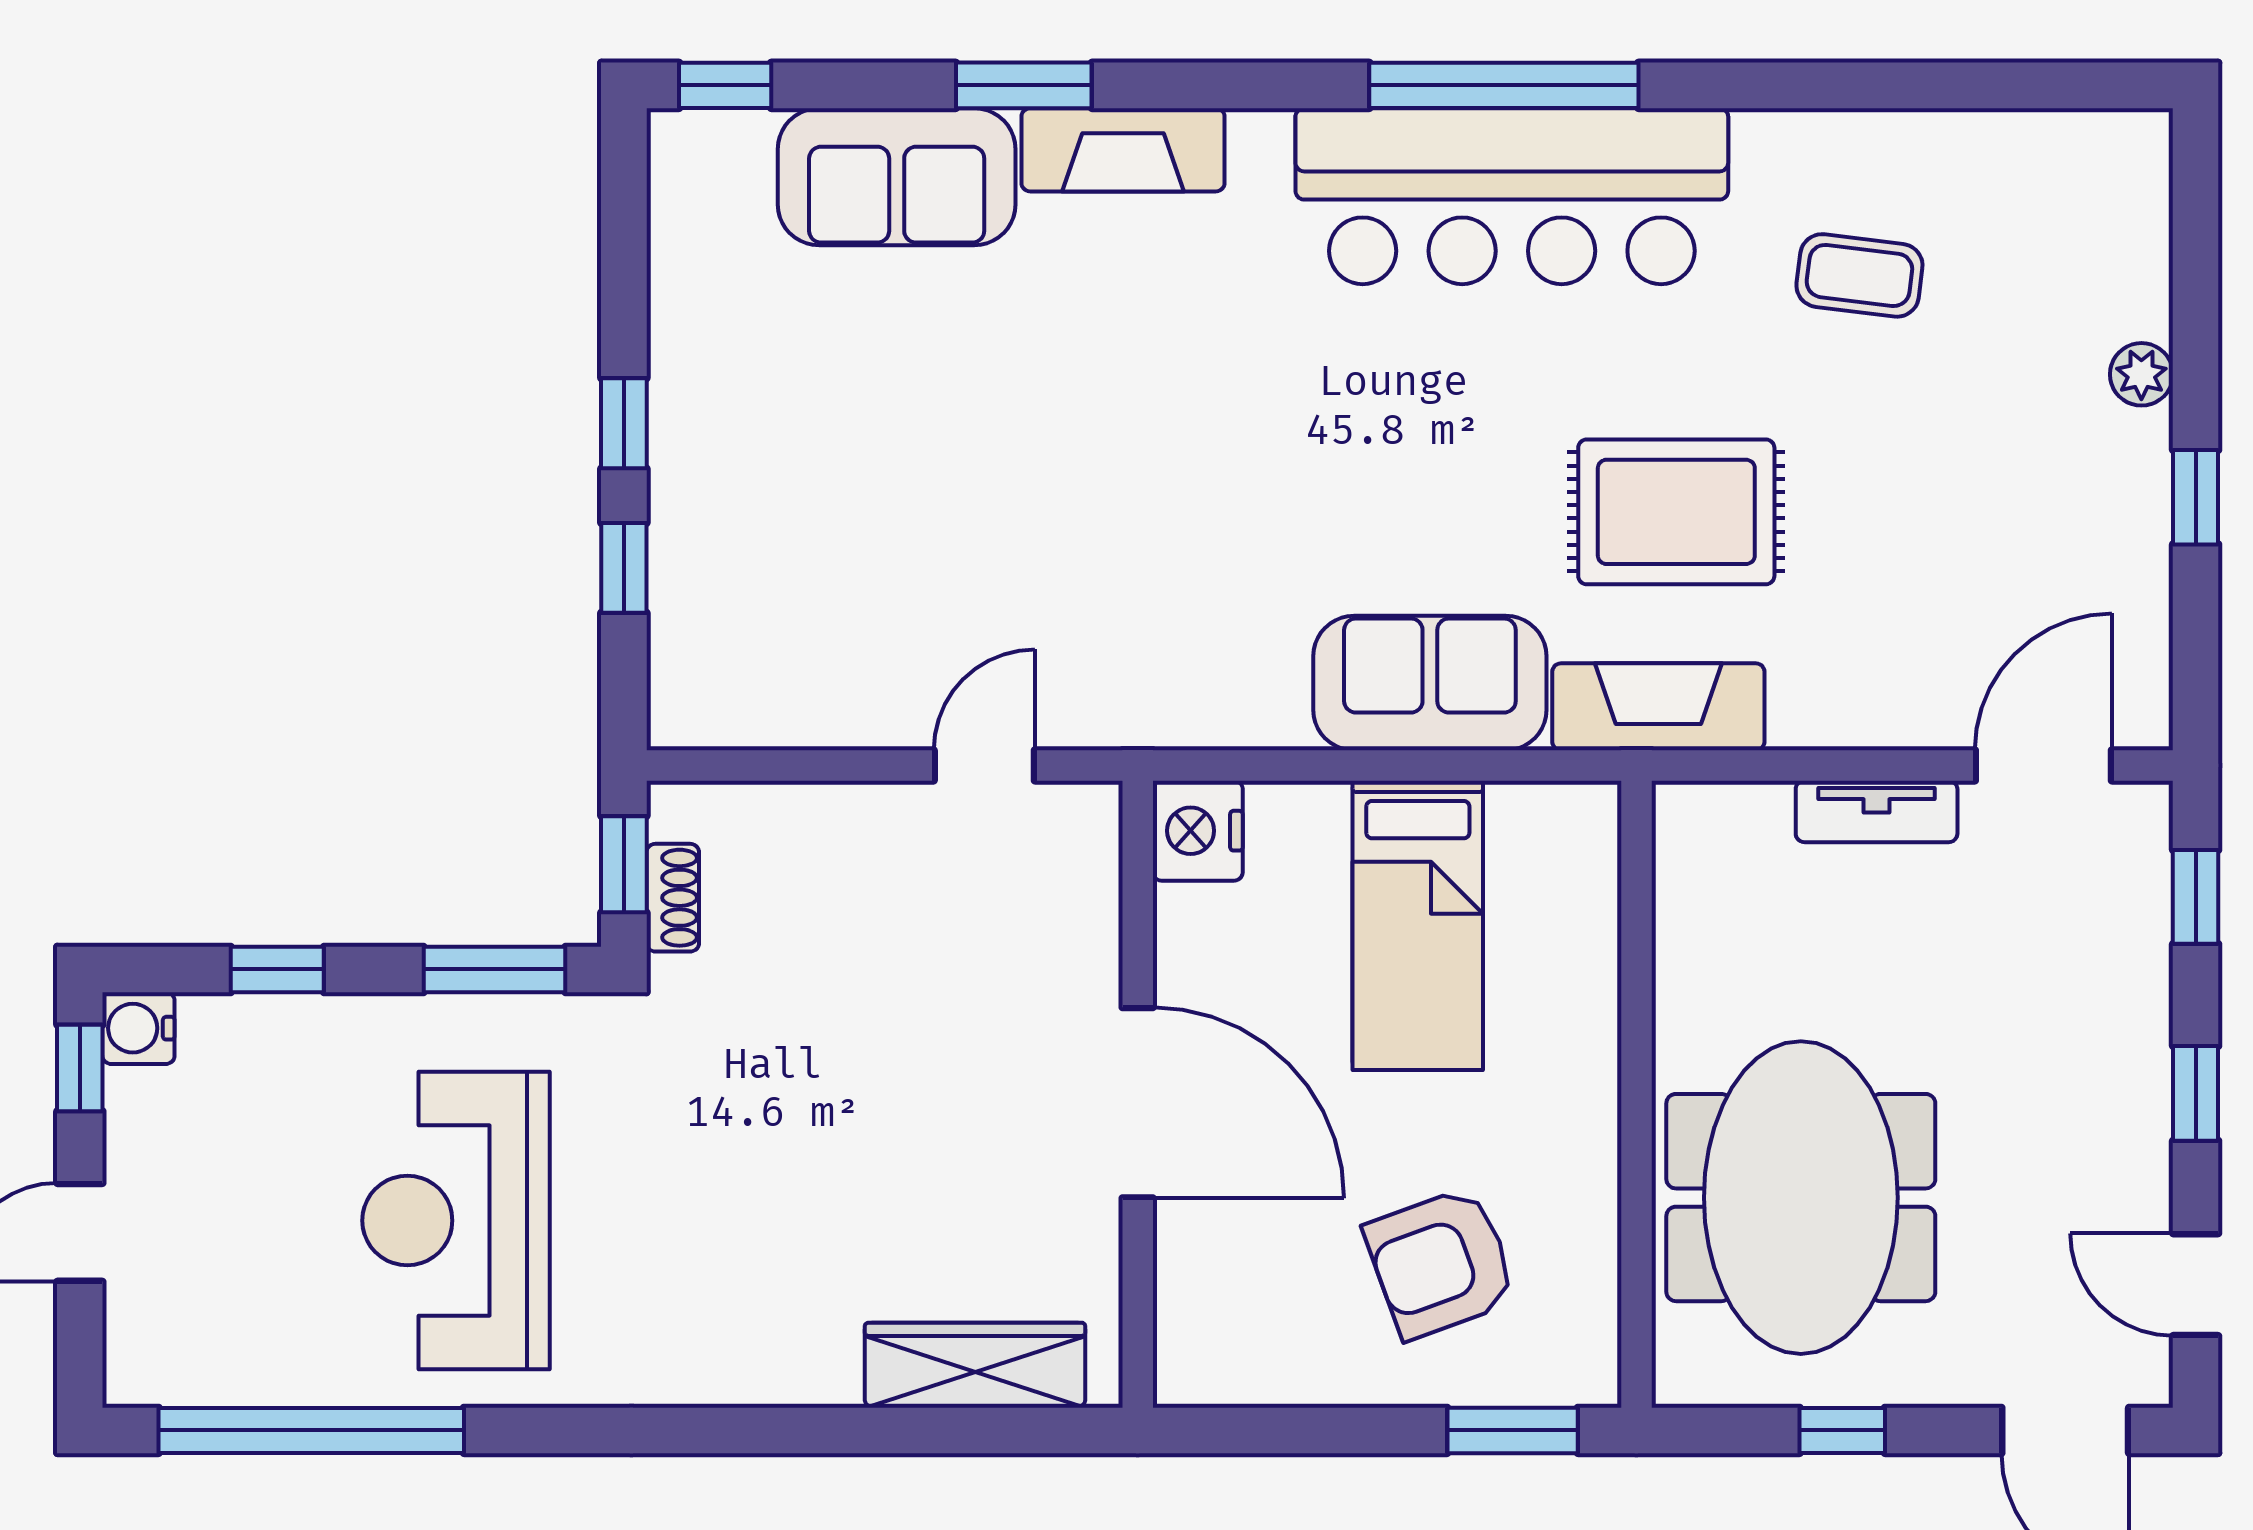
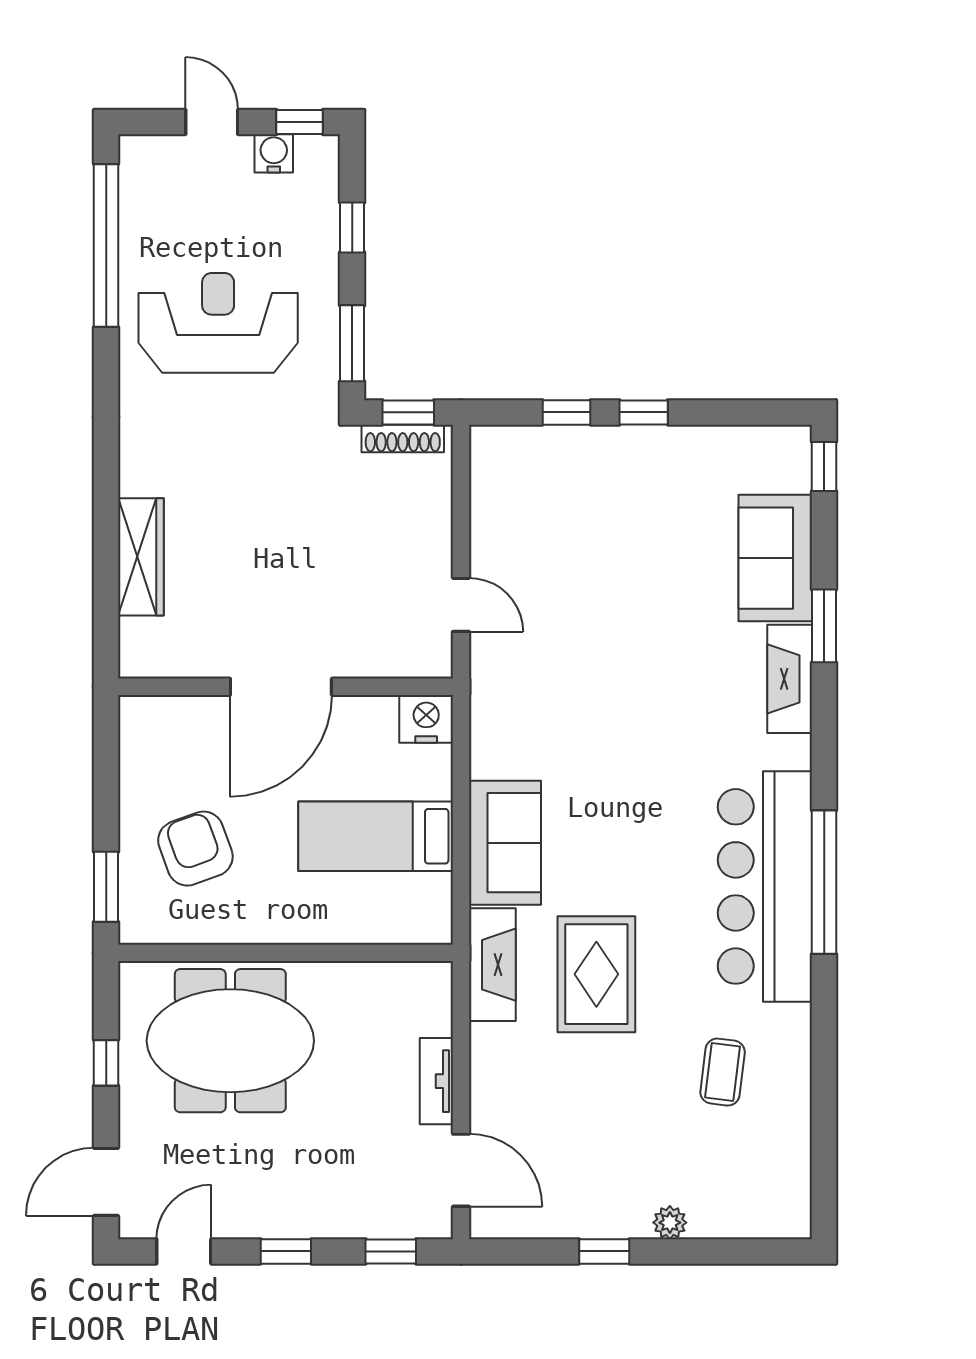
shoe rack: (673, 898) -> (403, 439), width x1.43
water cooler: (138, 1028) -> (274, 153), moved
wardrobe: (975, 1365) -> (141, 557), moved

